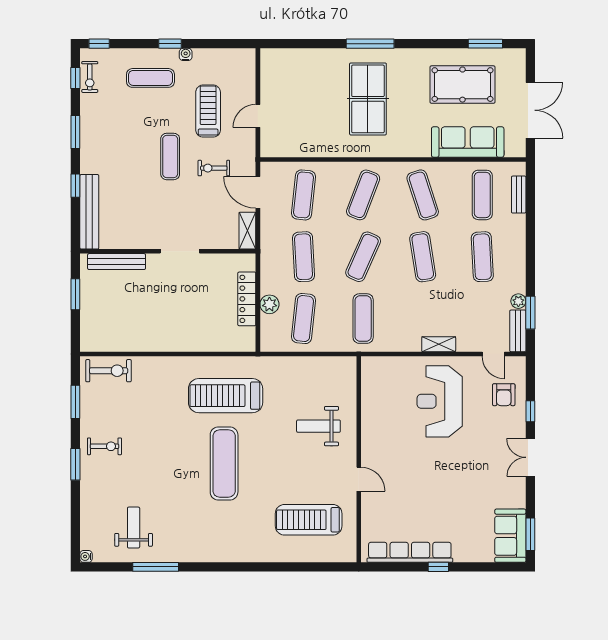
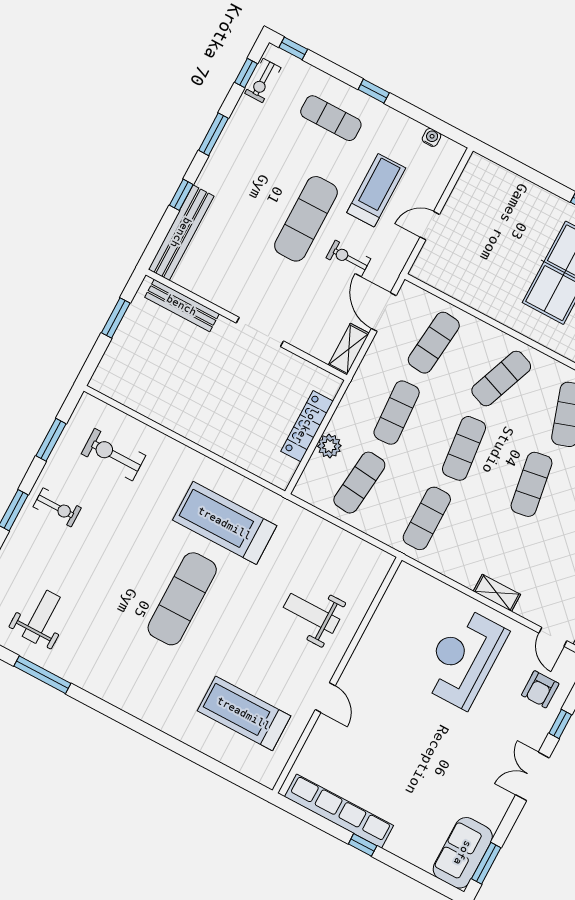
water cooler: (186, 54) -> (431, 137), moved
exercise mat: (170, 156) -> (306, 219), width x1.36, depth x1.45
exercise mat: (363, 257) -> (464, 448), turned -30
exercise bike: (109, 371) -> (113, 455), moved, turned 180

